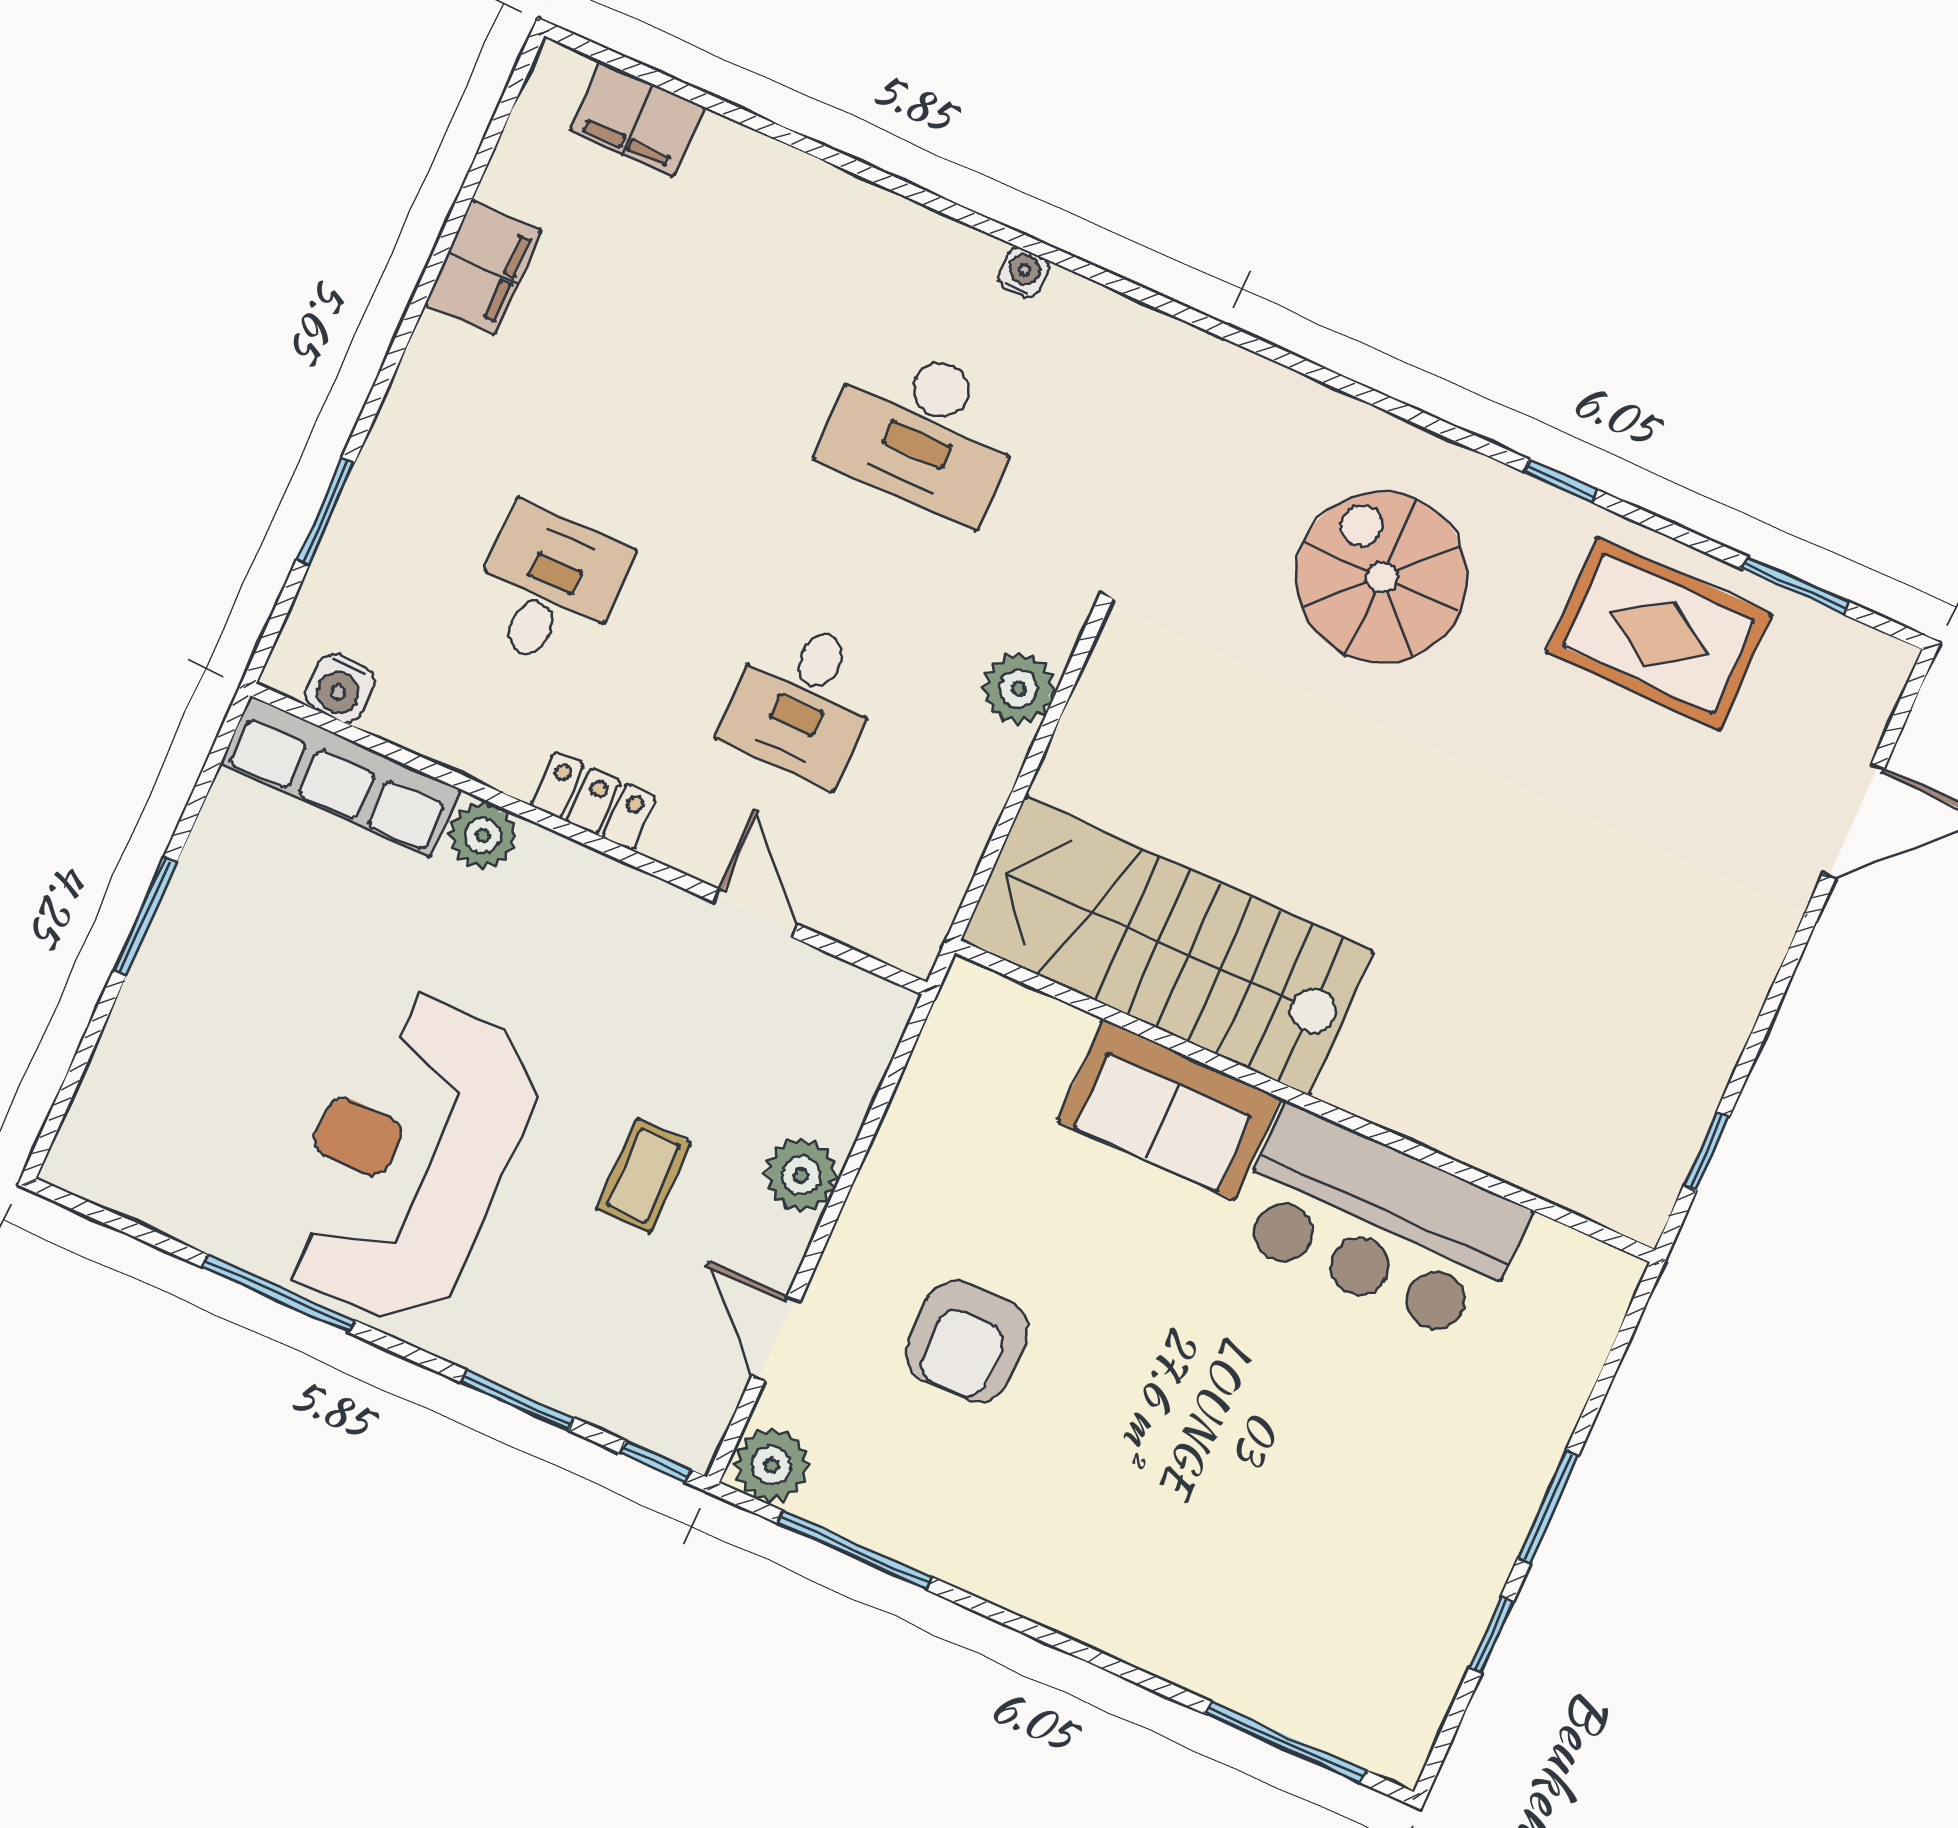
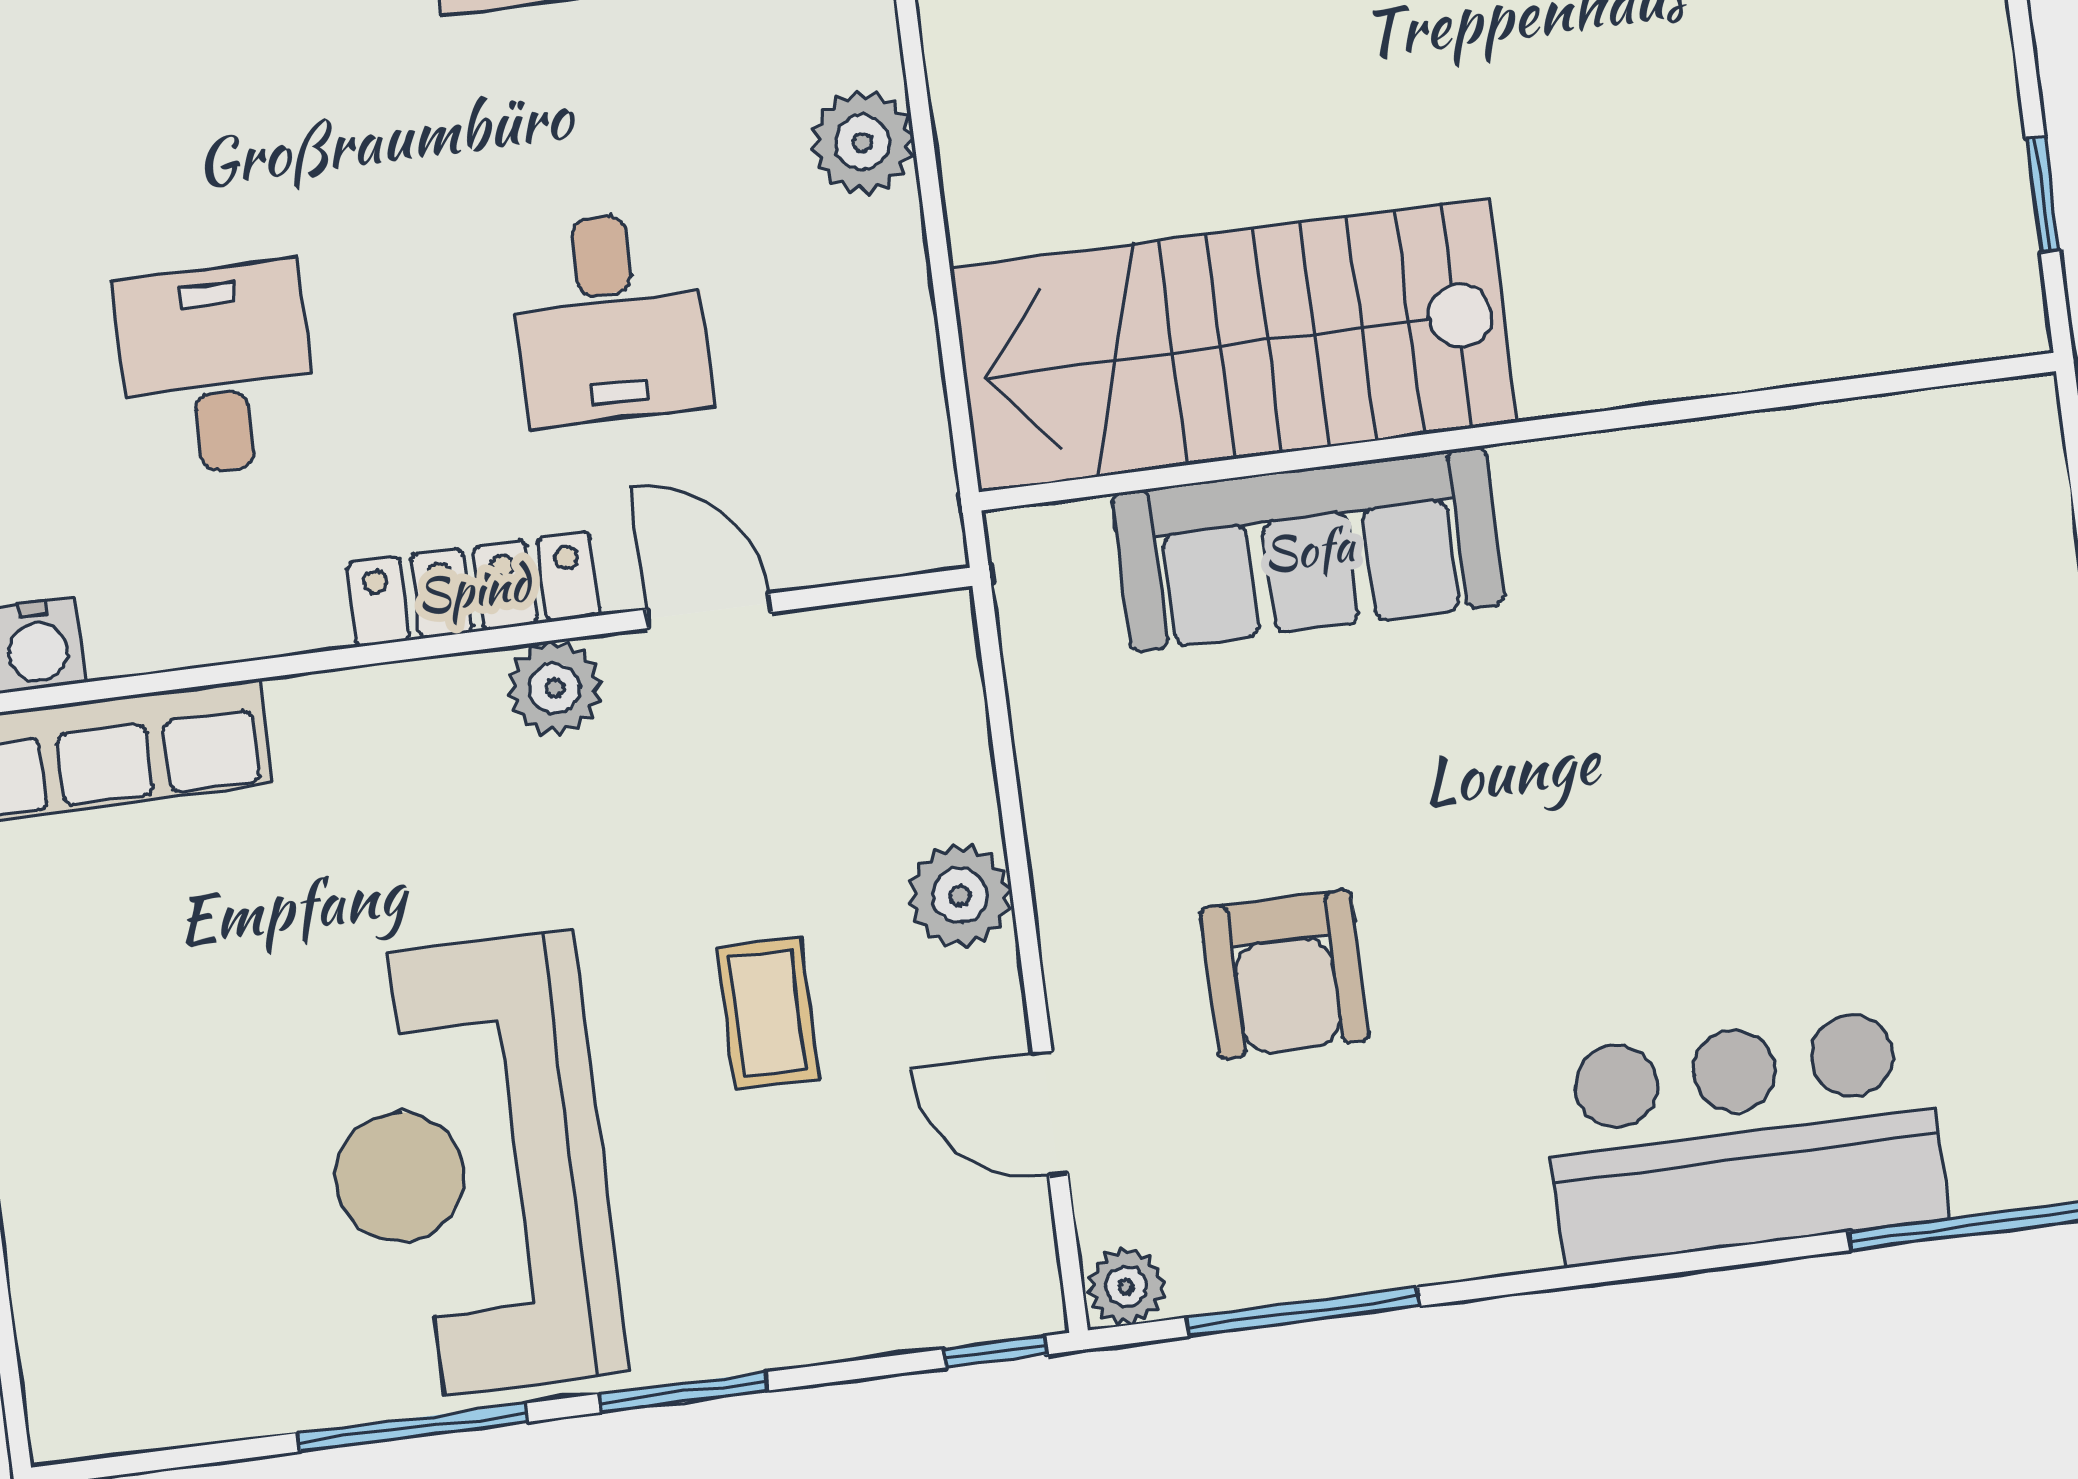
locker: (593, 801) -> (473, 589), width x1.53
plant: (483, 835) -> (555, 688), moved
sofa: (1169, 1109) -> (1308, 549), width x1.36
bar counter: (1379, 1224) -> (1743, 1137), moved, turned 180
window: (518, 1400) -> (683, 1392), moved
plant: (771, 1465) -> (1126, 1287), width x0.73, depth x0.73

